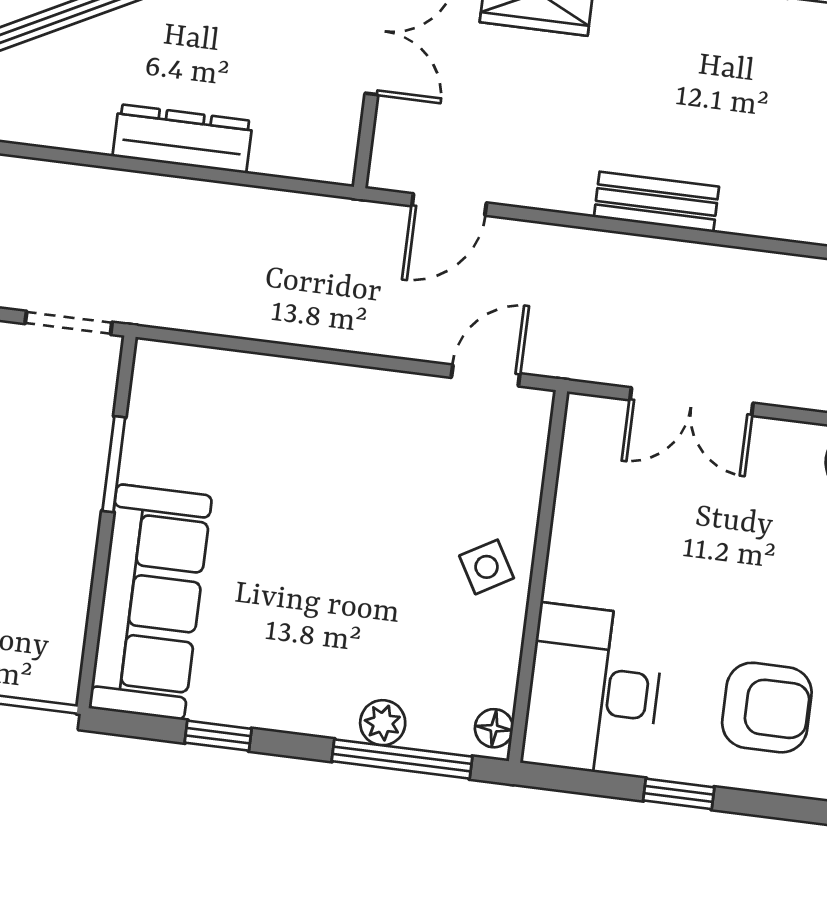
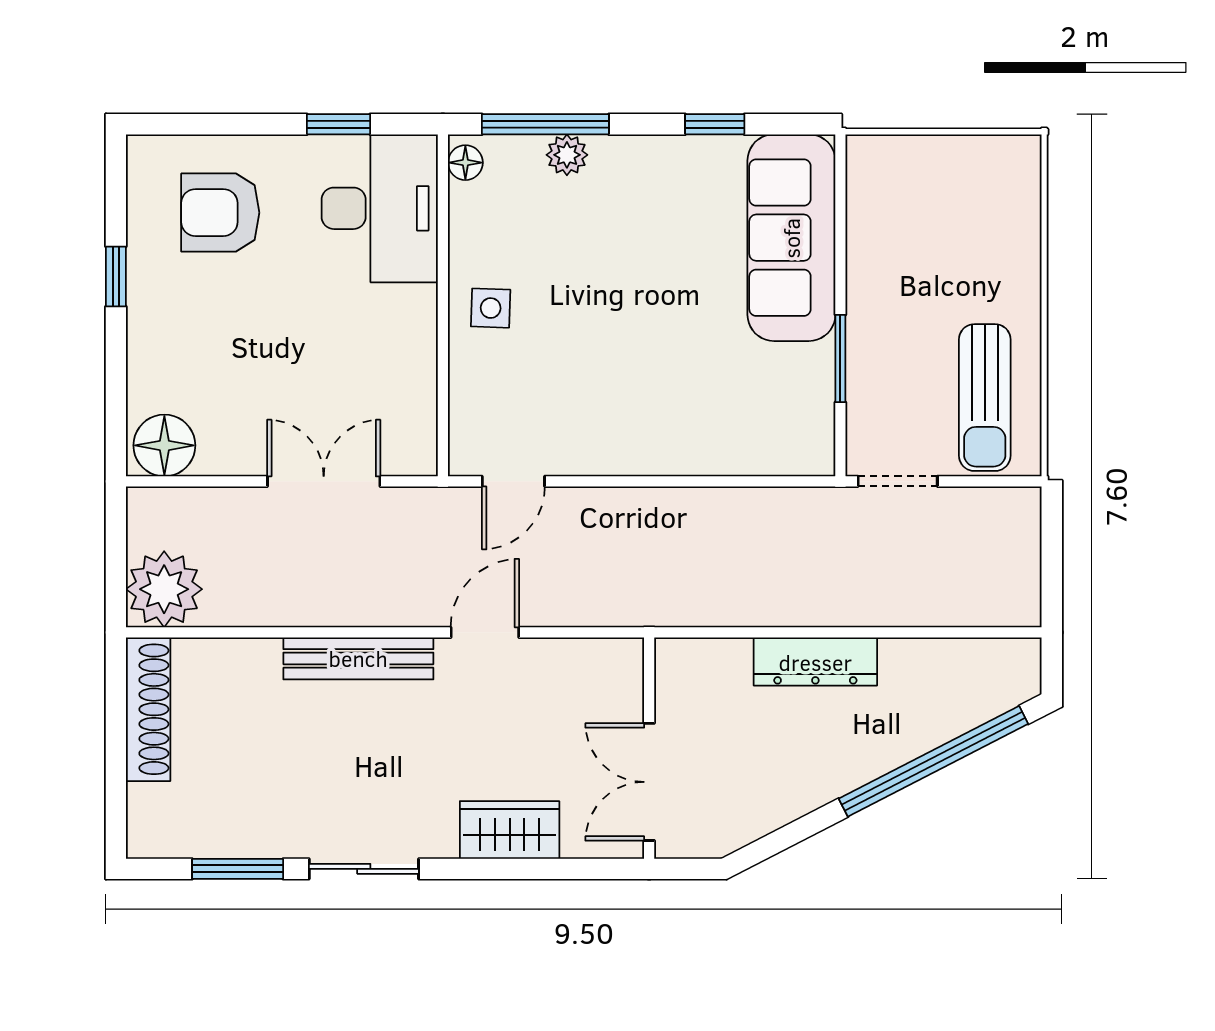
bench: (656, 202) -> (358, 658), width x1.36
door: (449, 204) -> (485, 632), moved
side table: (487, 567) -> (491, 308), turned 32
window: (679, 794) -> (338, 124), moved

